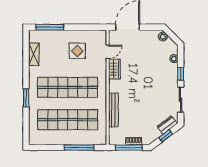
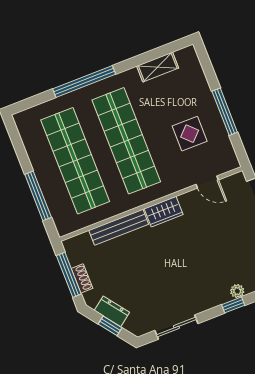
window: (50, 27) -> (225, 112), moved
wardrobe: (114, 69) -> (164, 212), moved
window: (181, 74) -> (233, 305), moved
window: (26, 98) -> (84, 82), width x2.11
dresser: (167, 125) -> (112, 311), moved

